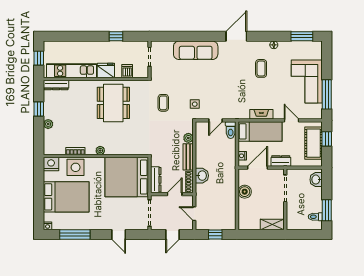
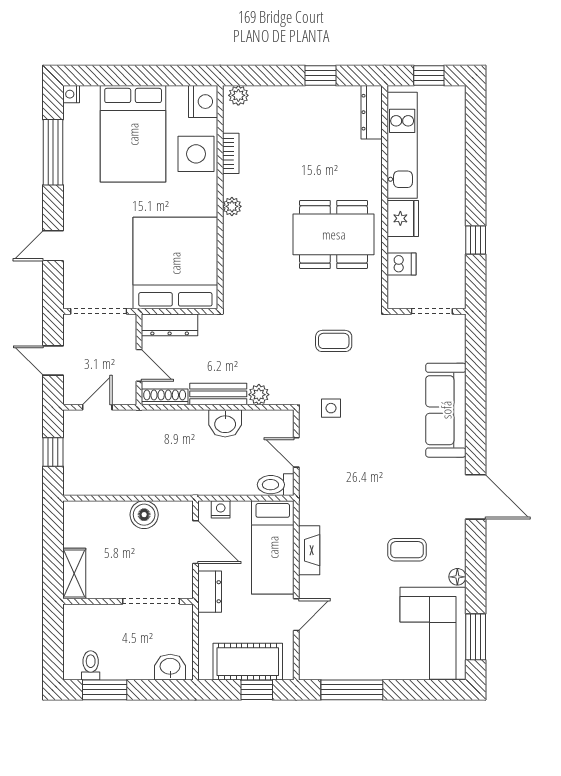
corner sofa: (307, 82) -> (433, 633), moved, turned -90
plant: (48, 124) -> (238, 95), moved
washbasin: (202, 176) -> (225, 423), moved

